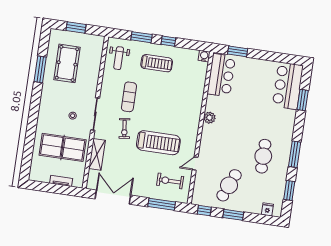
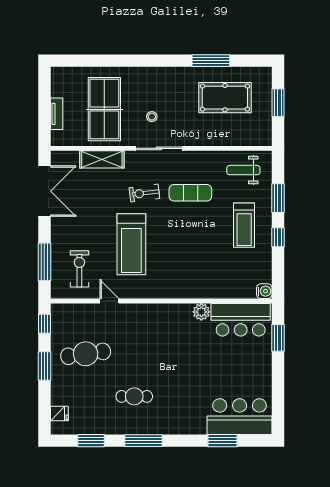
plant: (209, 118) -> (201, 312), moved
cafe table: (263, 156) -> (134, 396), width x0.73, depth x0.74
cafe table: (229, 185) -> (86, 354), turned -31

